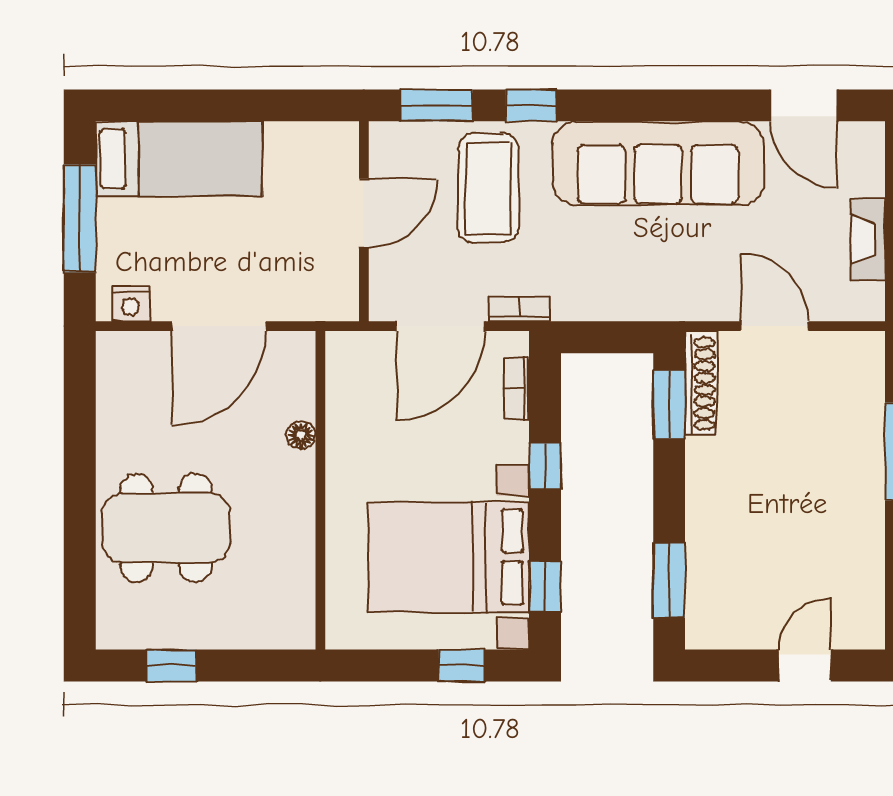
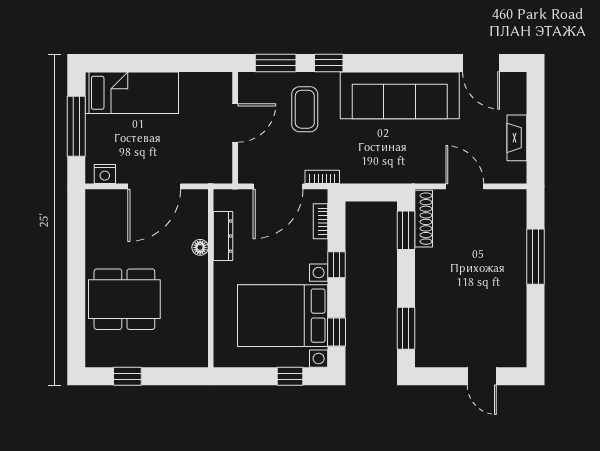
coffee table: (488, 188) -> (305, 109), width x0.73, depth x0.76
dresser: (342, 415) -> (223, 236), added
door: (805, 666) -> (482, 376), swing flipped

